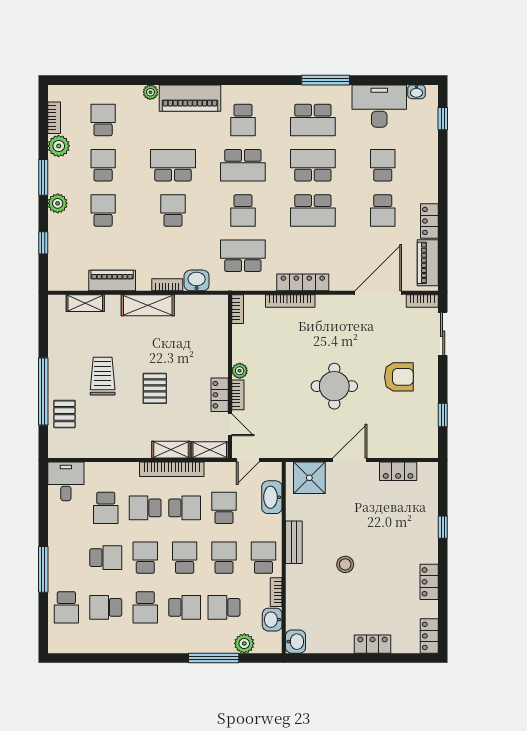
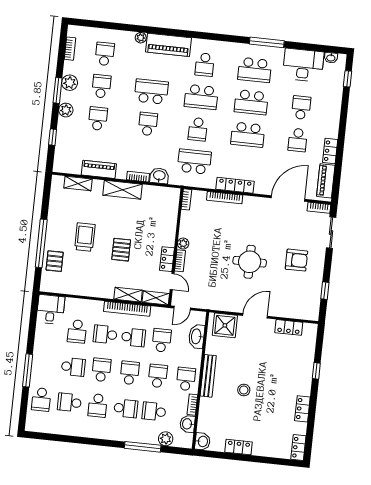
plant: (59, 146) -> (70, 83), moved
school desk: (313, 165) -> (251, 102), turned 180
bench: (294, 542) -> (208, 376), width x1.36
locker: (373, 644) -> (239, 447), moved

